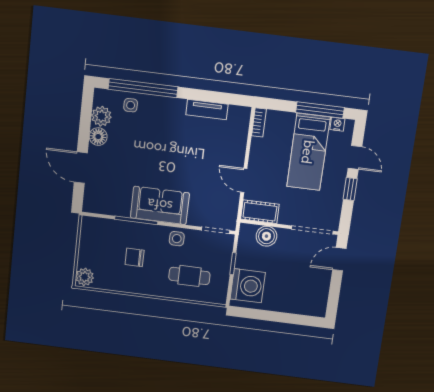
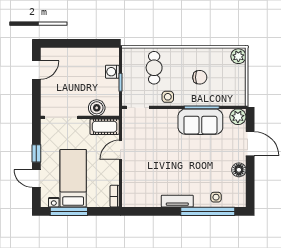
tv unit: (207, 110) -> (177, 201), moved
plant: (101, 116) -> (238, 117), moved
door: (244, 180) -> (120, 150), swing flipped
sofa: (160, 205) -> (200, 122), moved
door: (339, 259) -> (36, 70), moved
cafe table: (189, 276) -> (154, 68), turned 90
washing machine: (248, 286) -> (112, 72), width x0.53, depth x0.53

